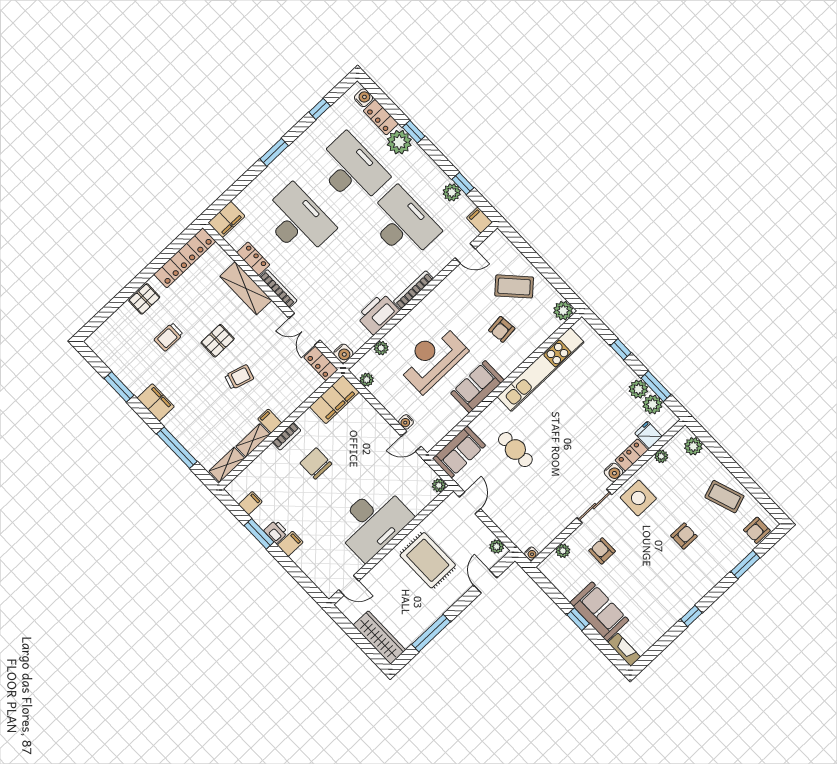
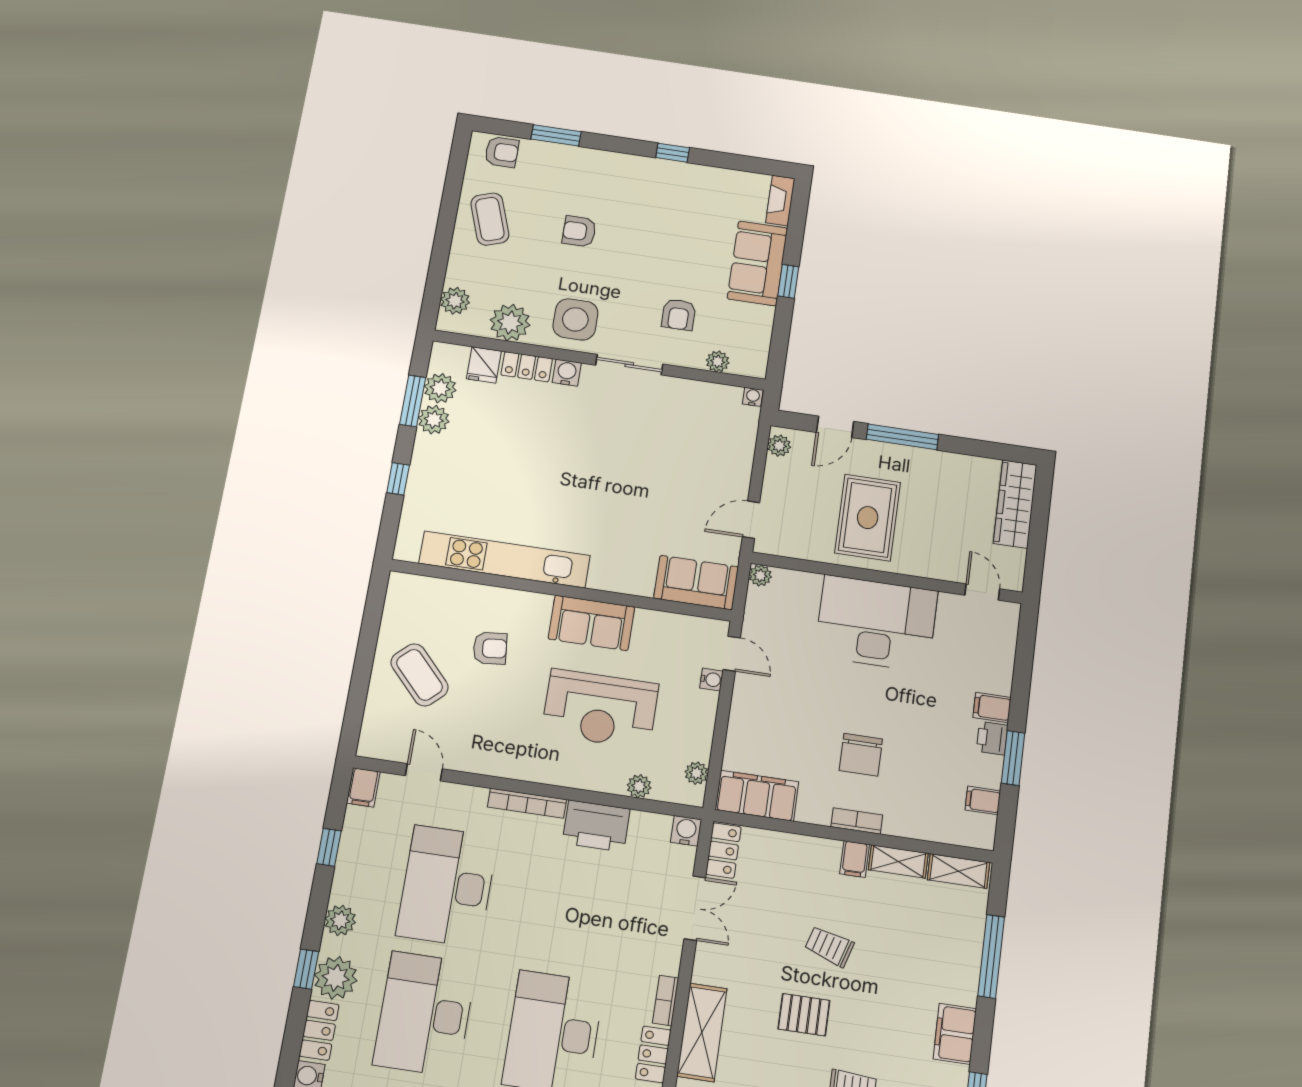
plant: (452, 192) -> (340, 920), moved
bookcase: (278, 289) -> (666, 1001), width x0.64
plant: (563, 311) -> (403, 588), removed
cafe table: (515, 450) -> (635, 514), removed
plant: (661, 456) -> (510, 323), width x1.87, depth x1.87
window: (431, 633) -> (902, 437), moved

